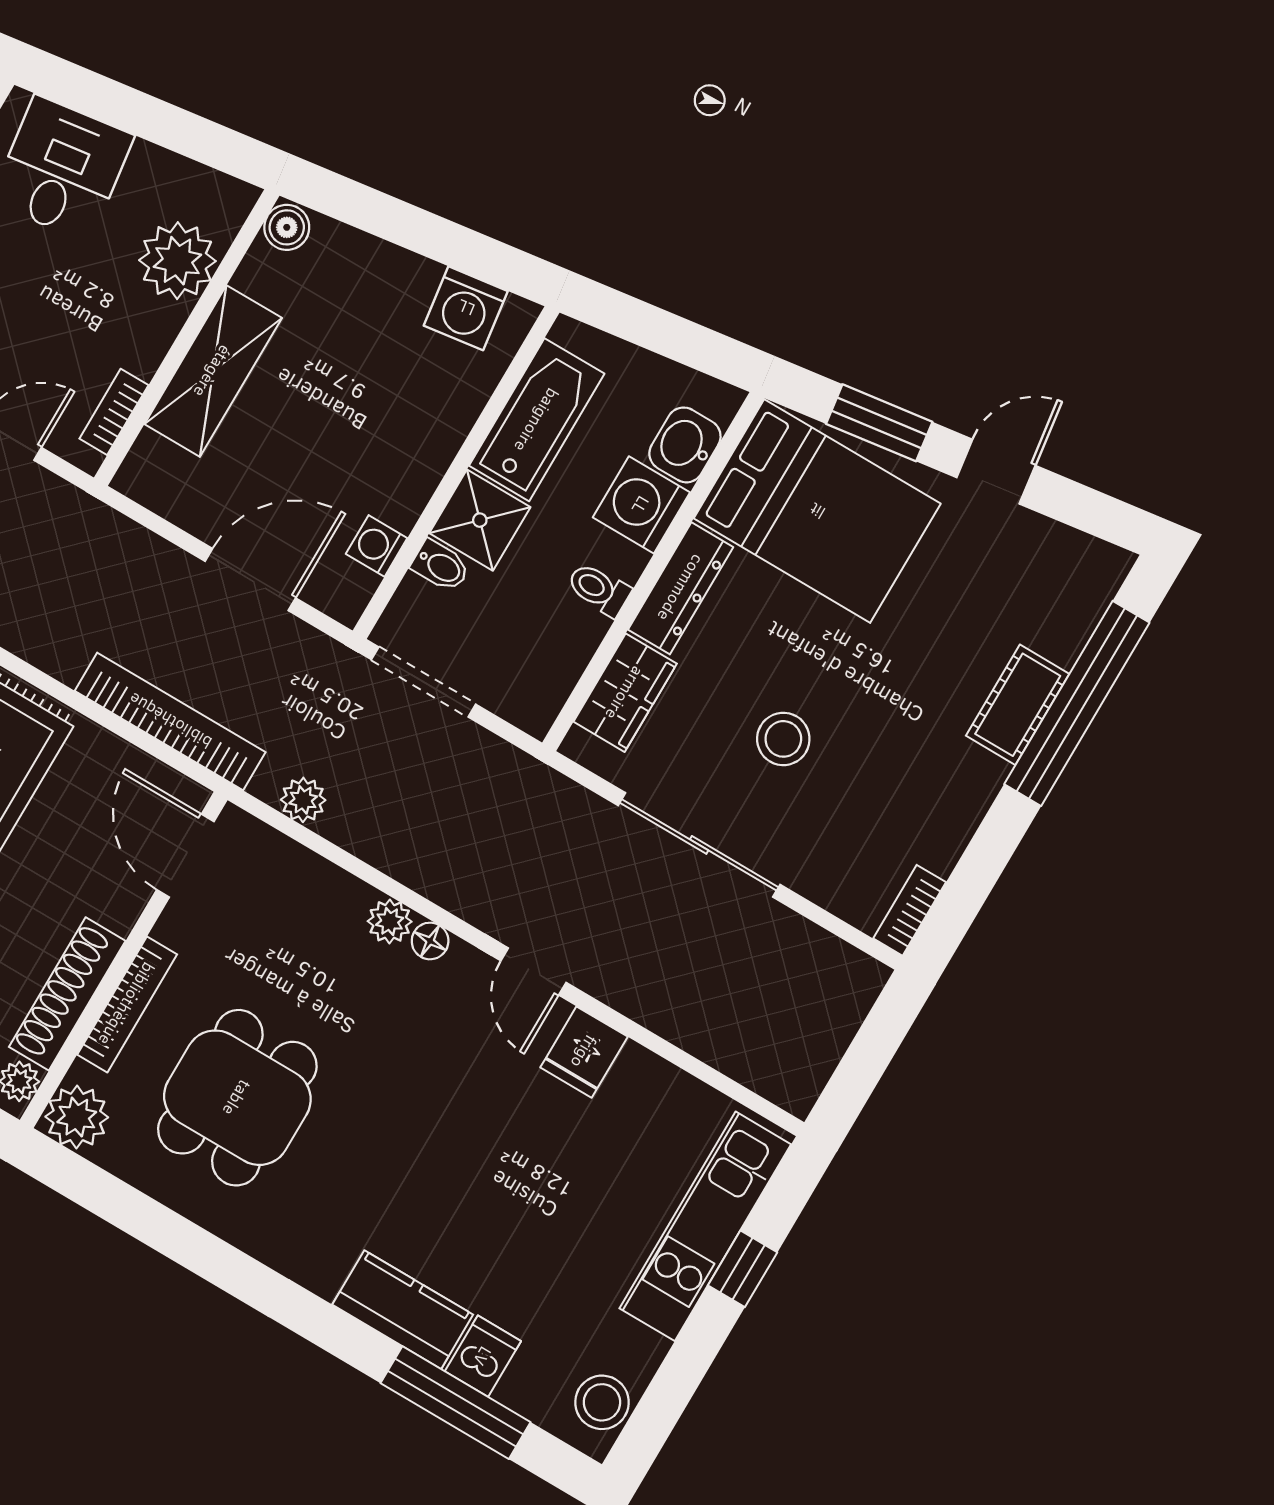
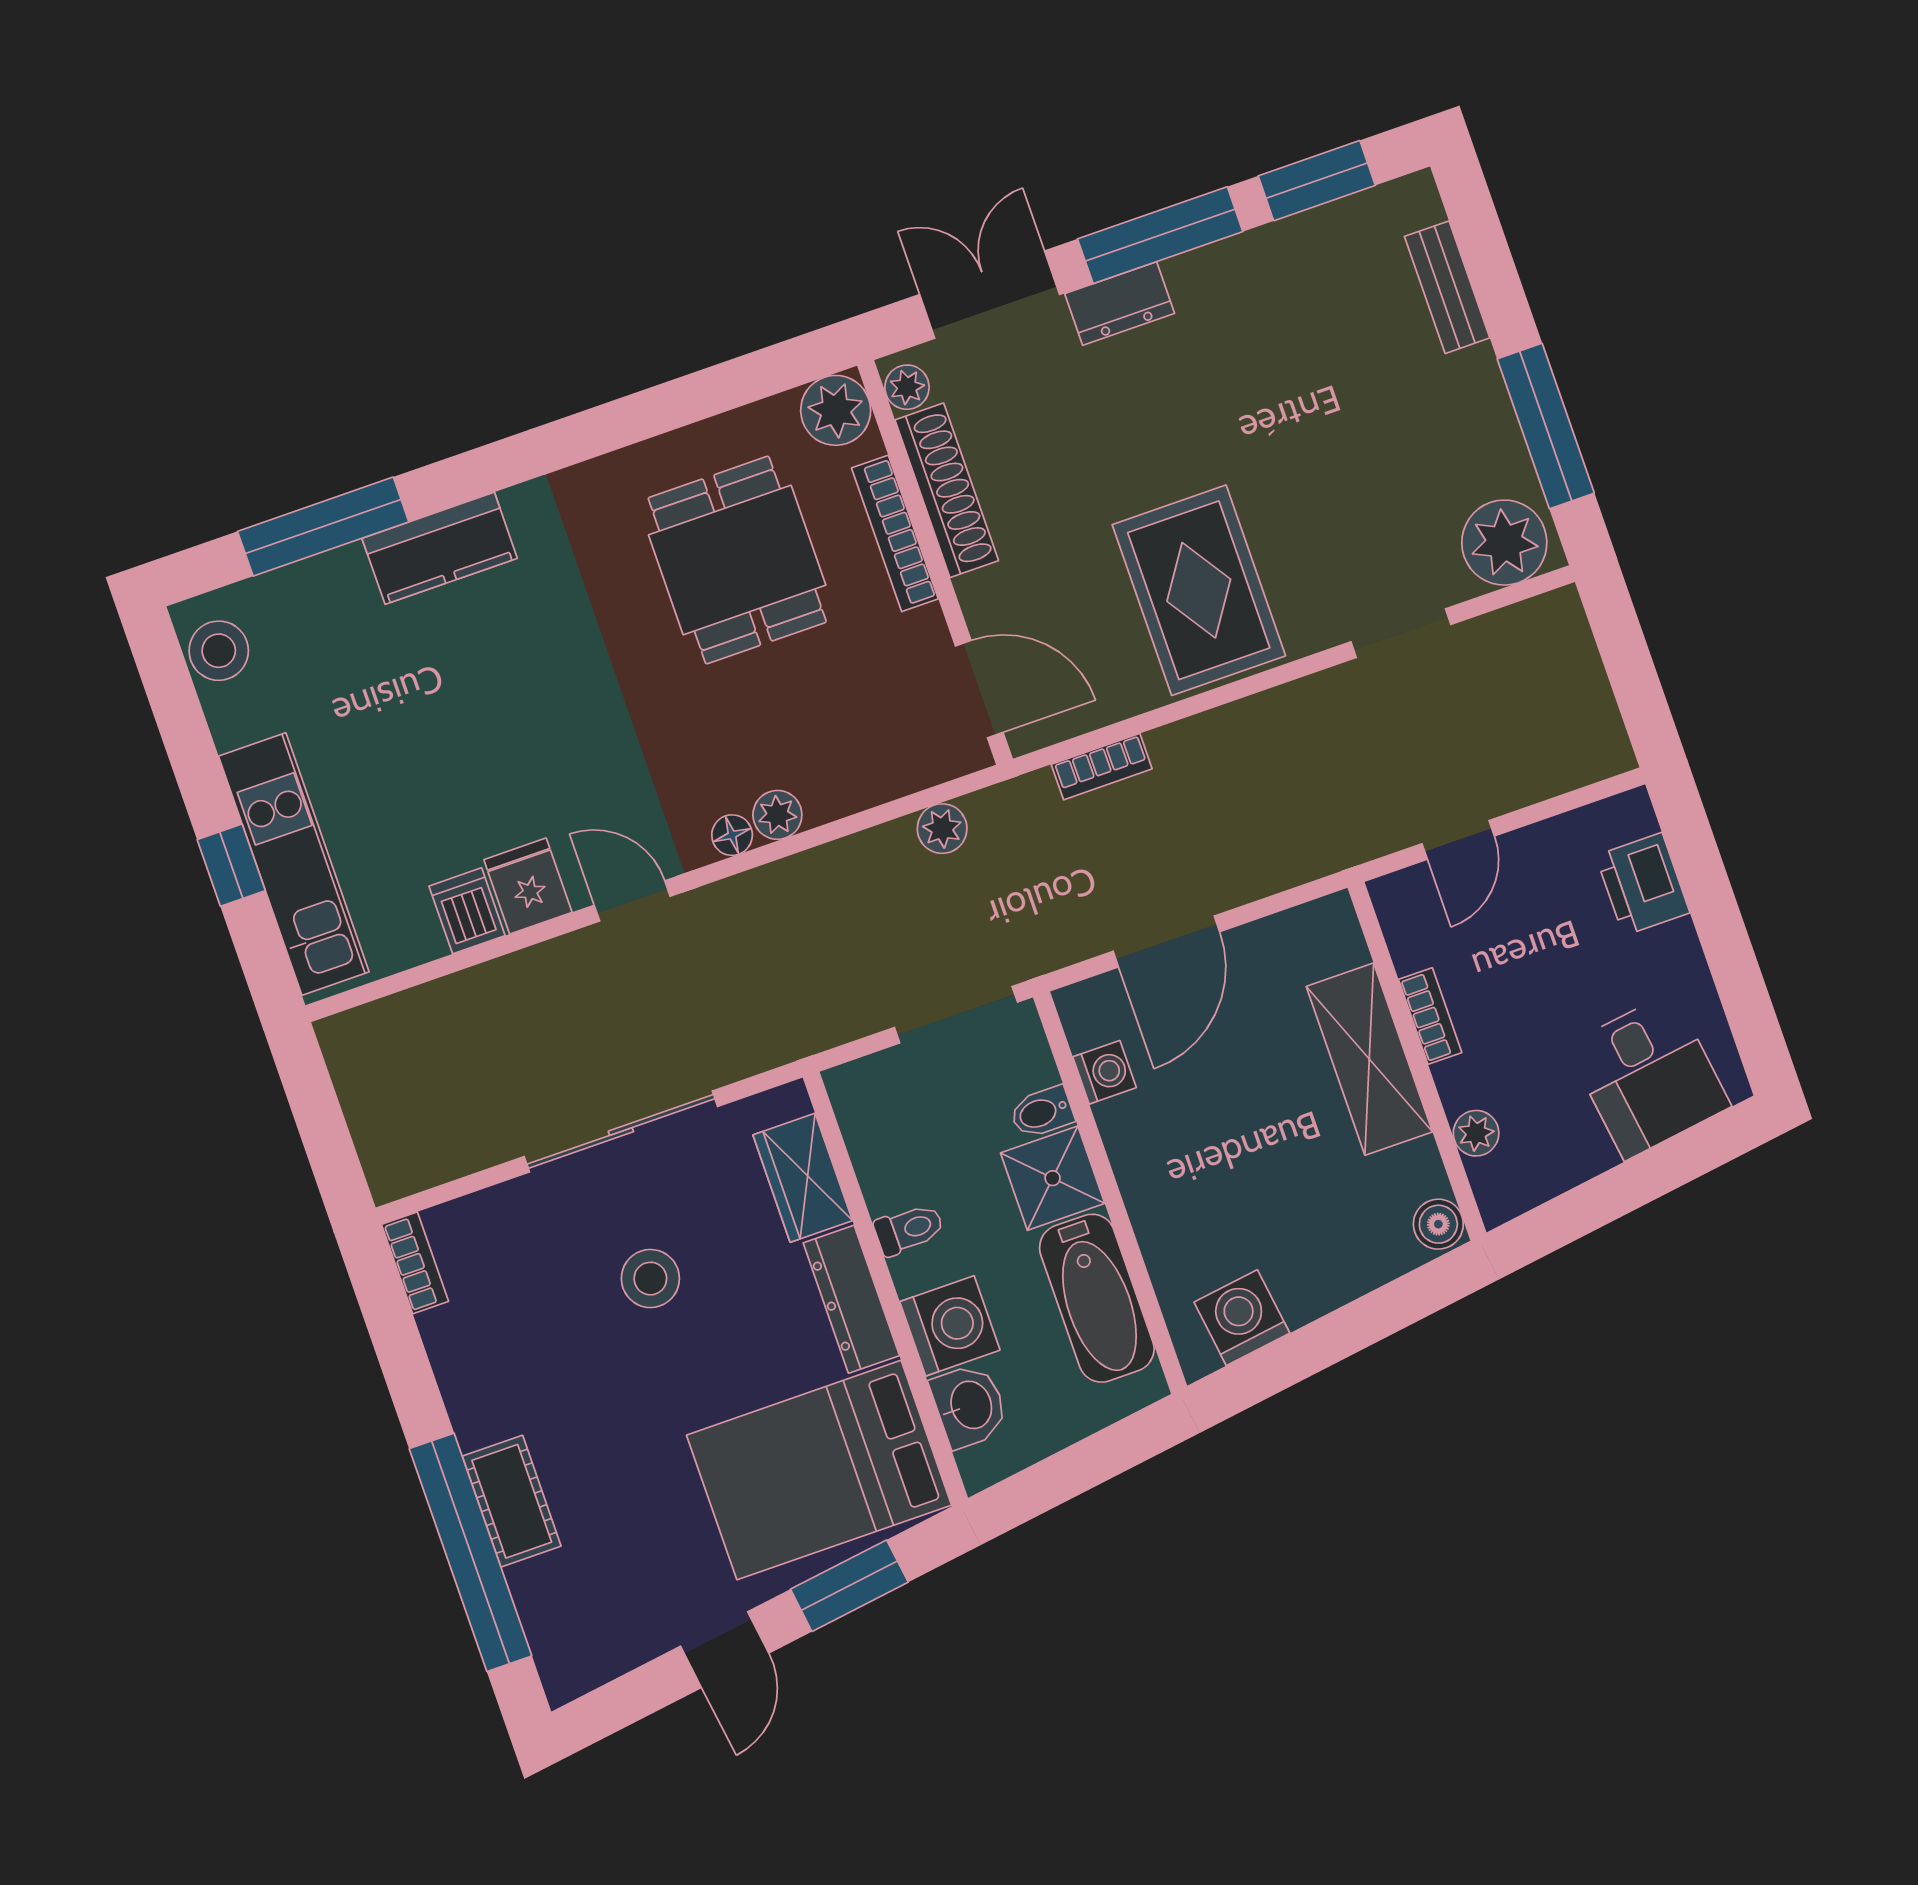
plant: (177, 261) -> (1476, 1133), width x0.53, depth x0.53
bookcase: (114, 412) -> (1430, 1016), moved
bookcase: (170, 721) -> (1102, 767), width x0.43, depth x0.76
dishwasher: (483, 1356) -> (467, 911), moved, turned 180

